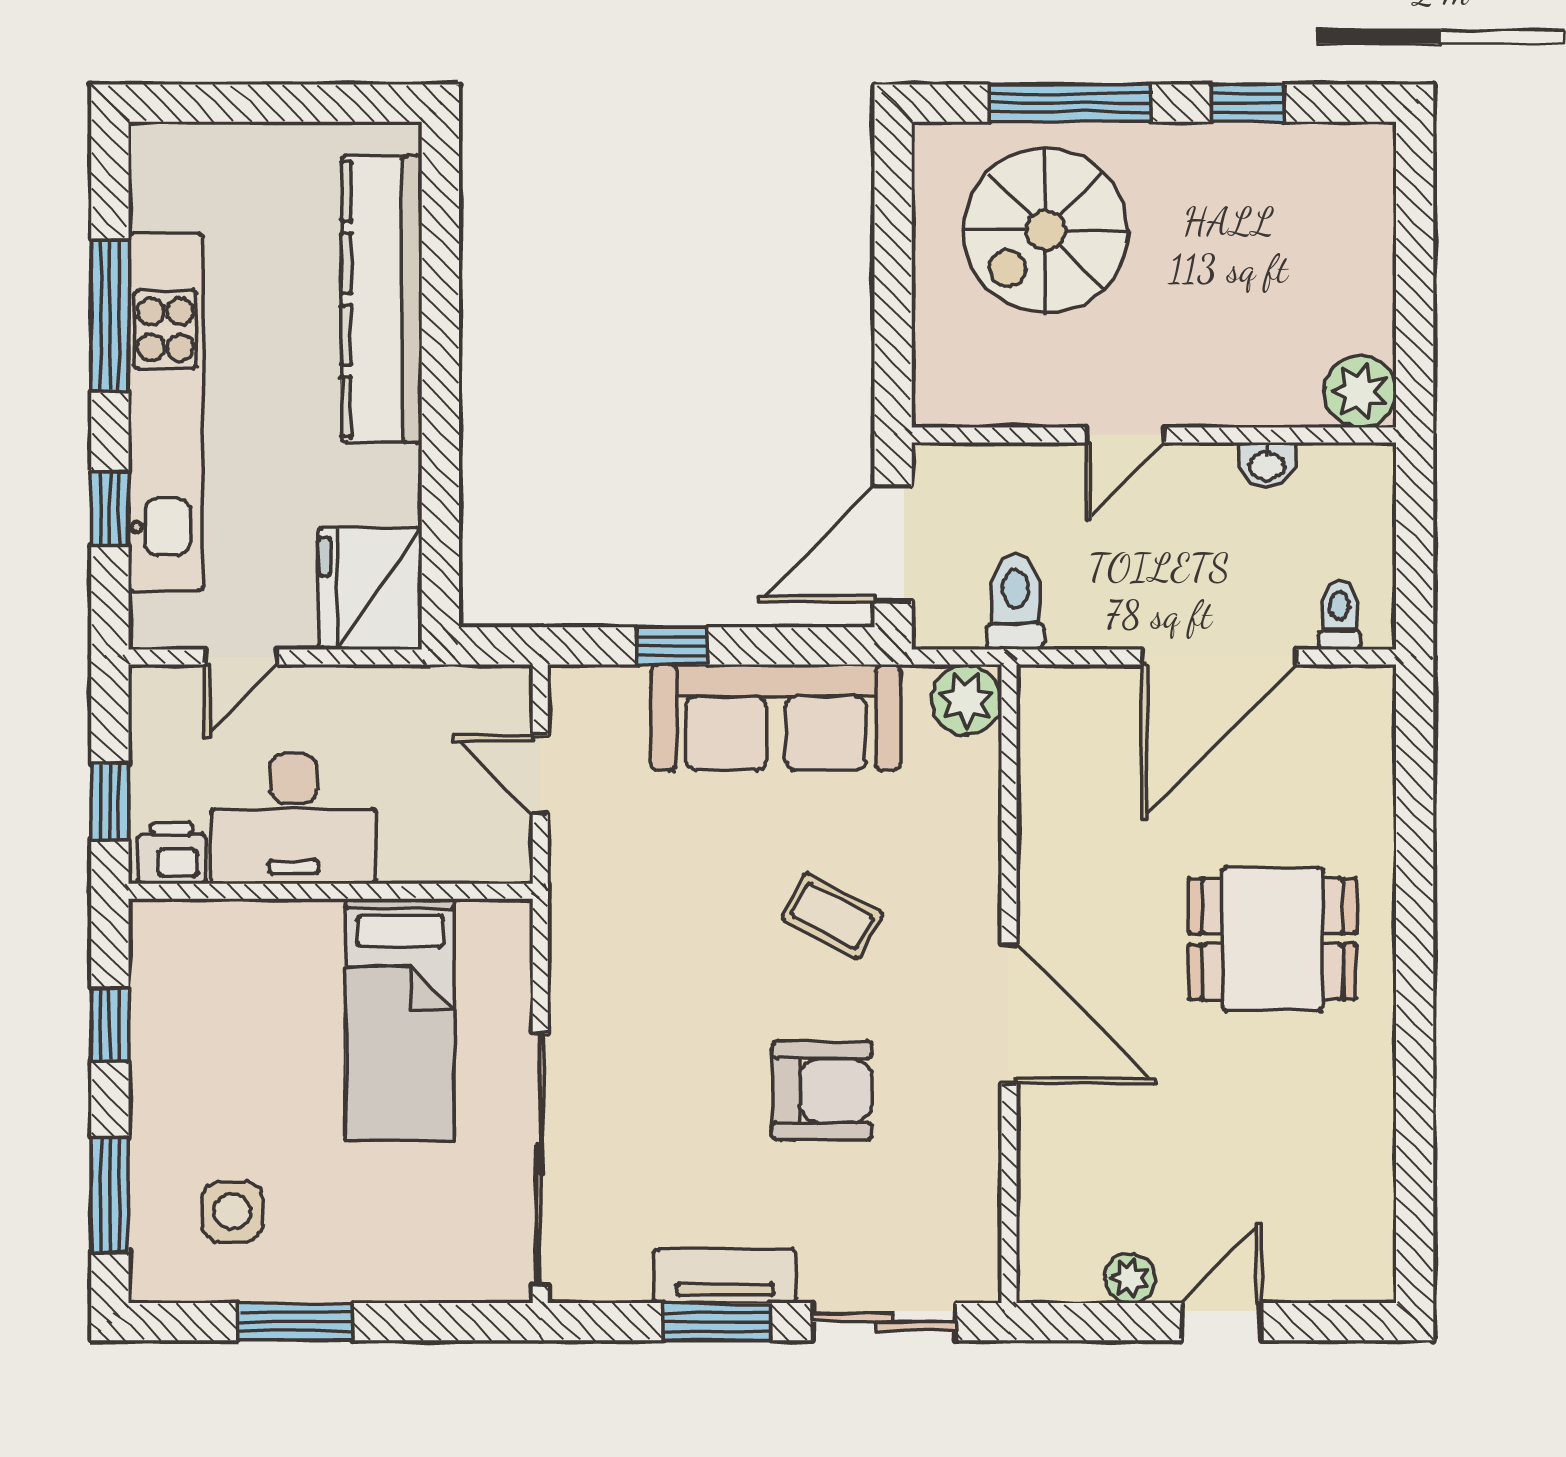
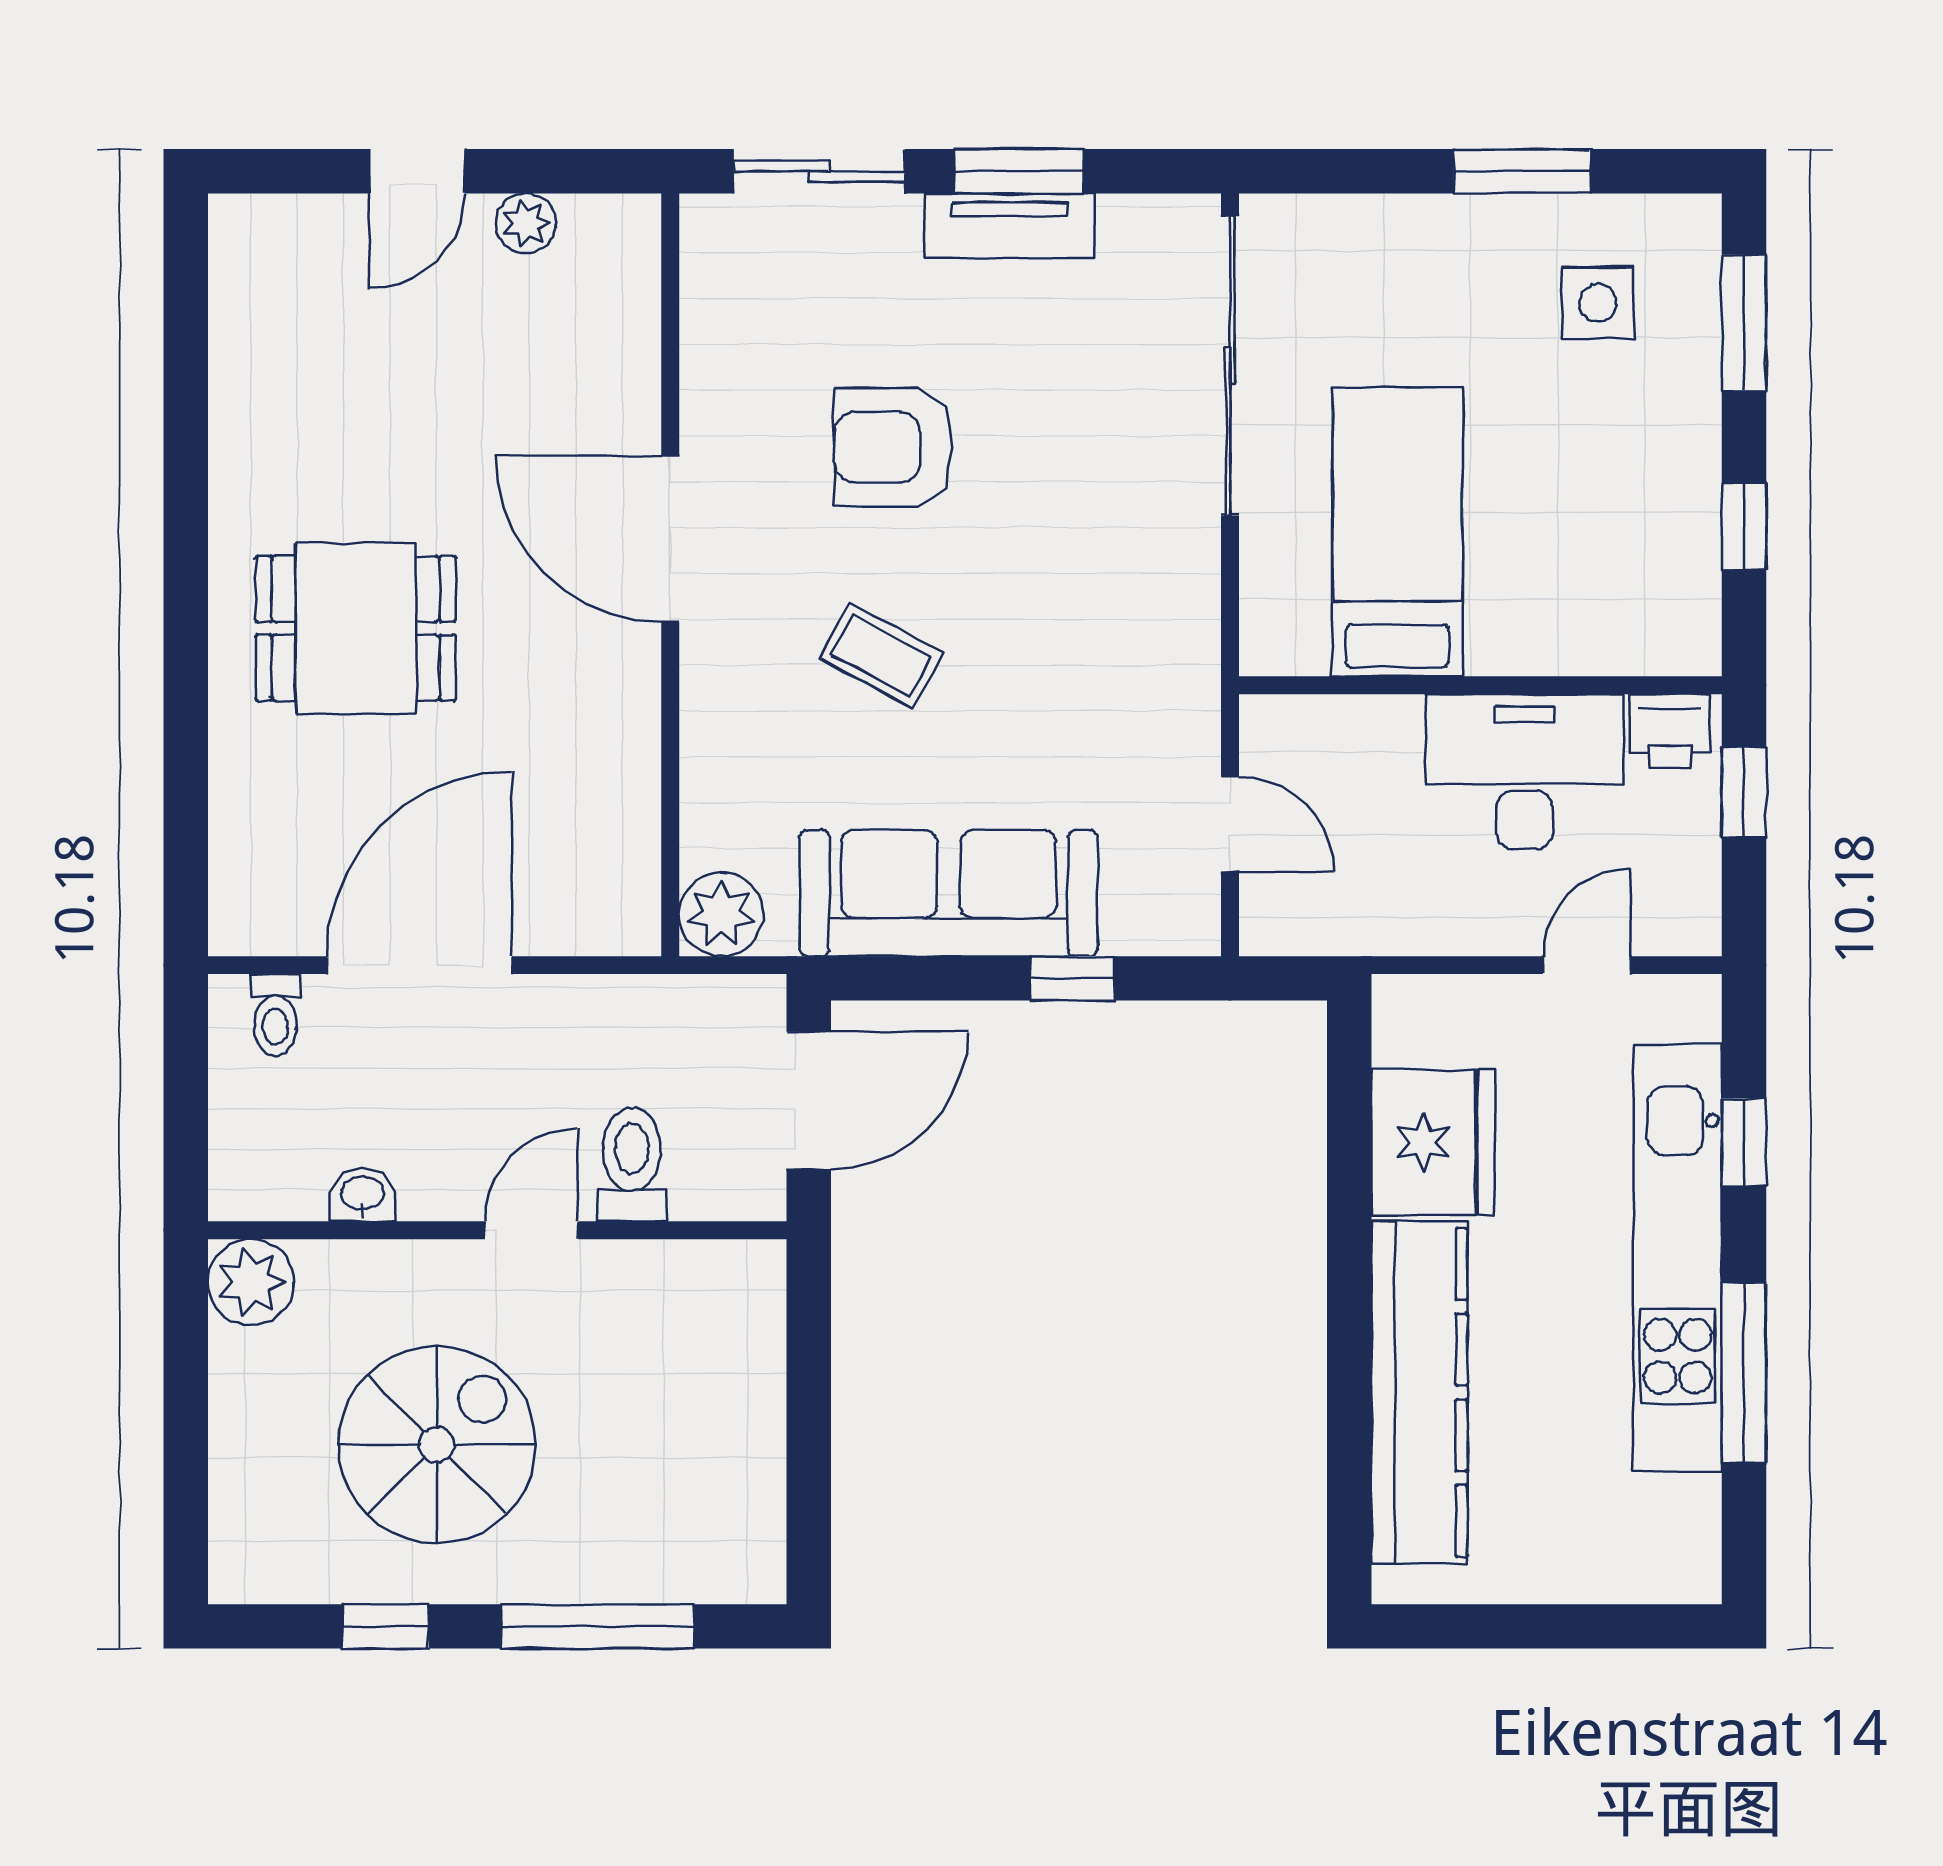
spiral stairs: (1046, 230) -> (437, 1445), moved
fridge: (370, 588) -> (1433, 1142), moved
toilet: (1016, 602) -> (632, 1164), moved, turned 180

